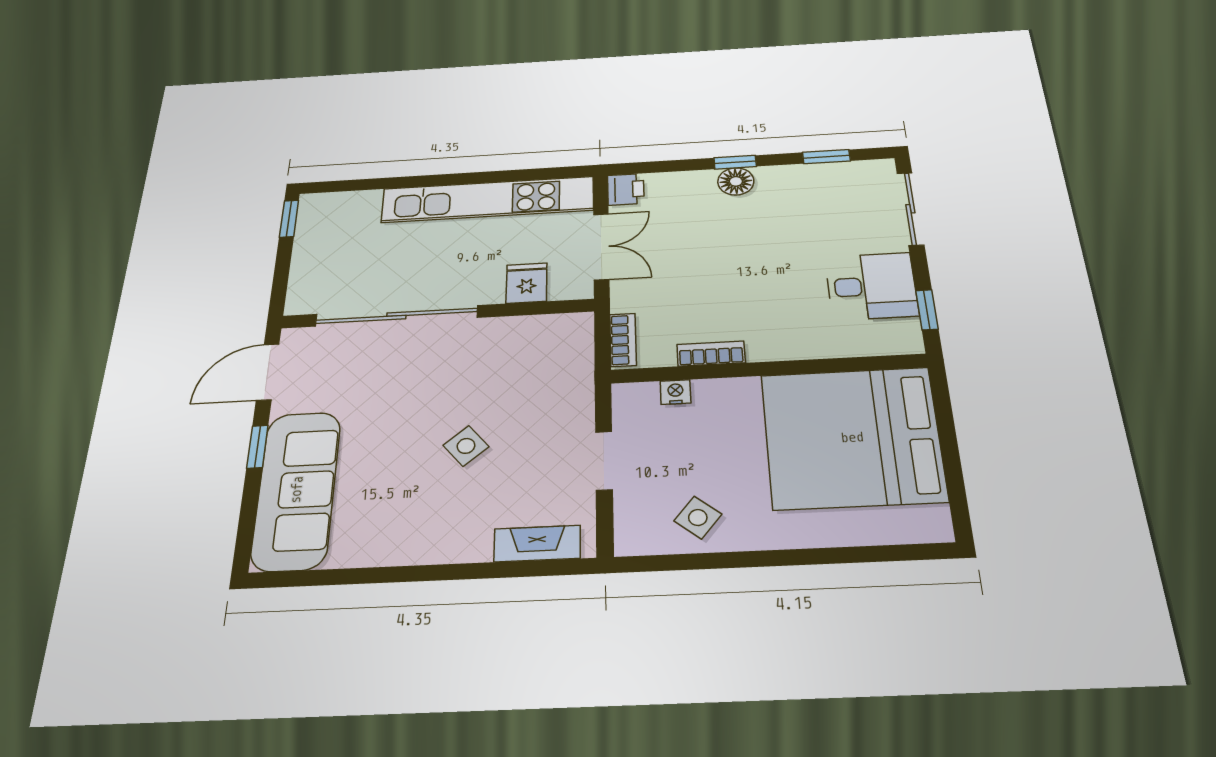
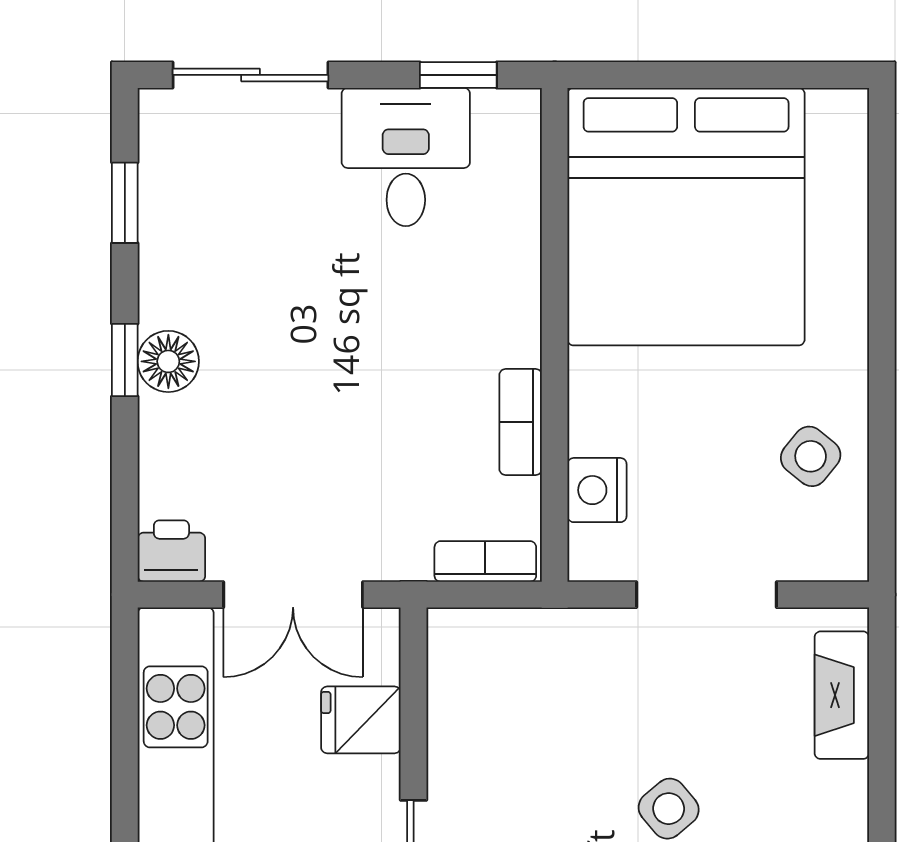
double door: (601, 246) -> (293, 595), swing flipped
nightstand: (675, 392) -> (597, 490), width x1.39, depth x1.35
doorway: (604, 461) -> (706, 595), width x1.38

